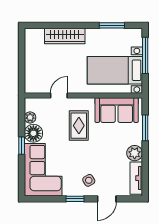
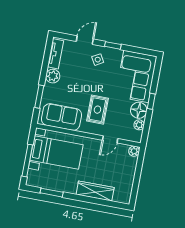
plant: (30, 88) -> (134, 151), added

